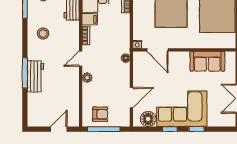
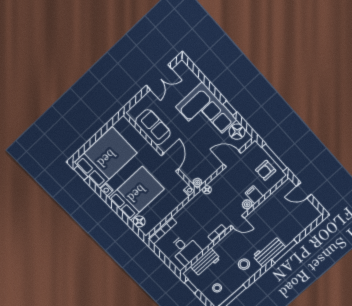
filing cabinet: (90, 19) -> (254, 195), moved
door: (157, 50) -> (170, 162), moved
plant: (138, 56) -> (197, 183), added
workbench: (35, 76) -> (269, 251), moved
armchair: (100, 114) -> (266, 170), turned -91
window: (196, 129) -> (211, 88), removed

